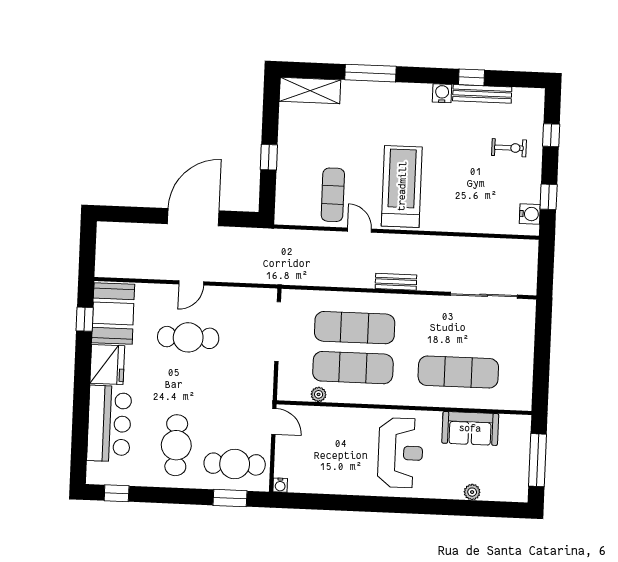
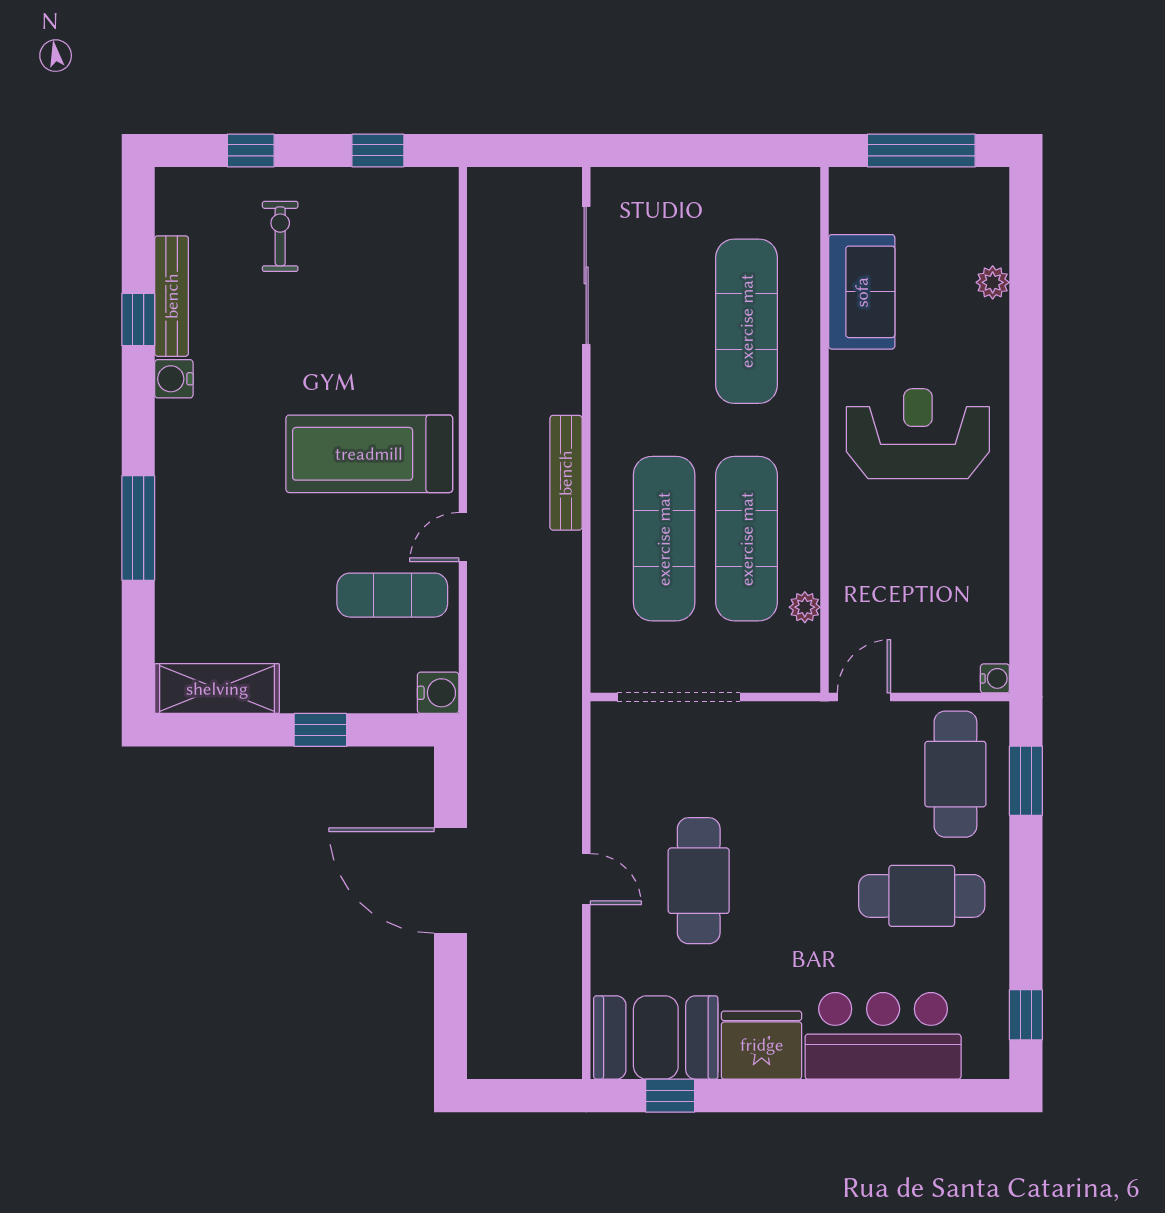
shelving: (310, 91) -> (217, 689), moved, turned 90
water cooler: (530, 214) -> (438, 693), moved, turned 90
bench: (396, 282) -> (566, 473), width x1.36

